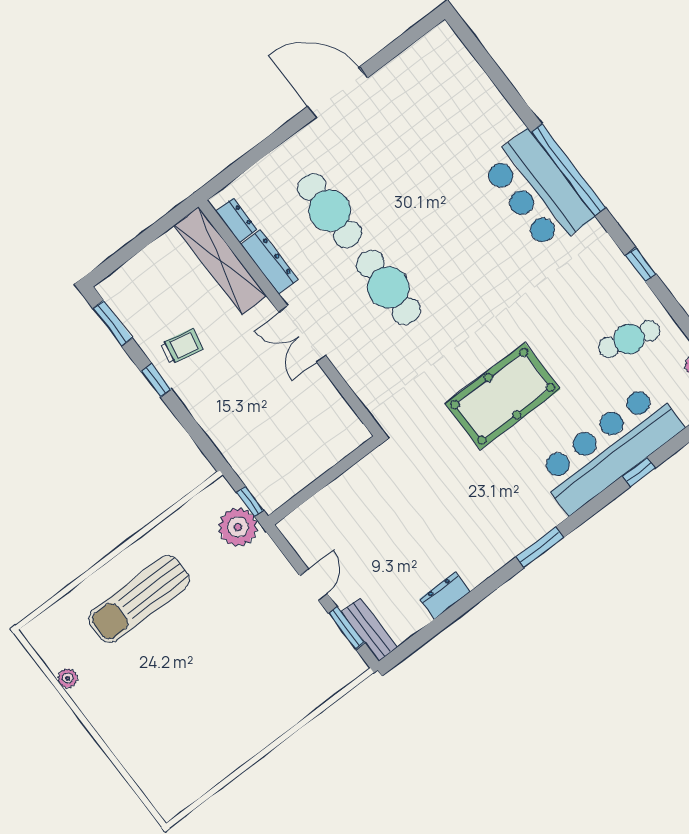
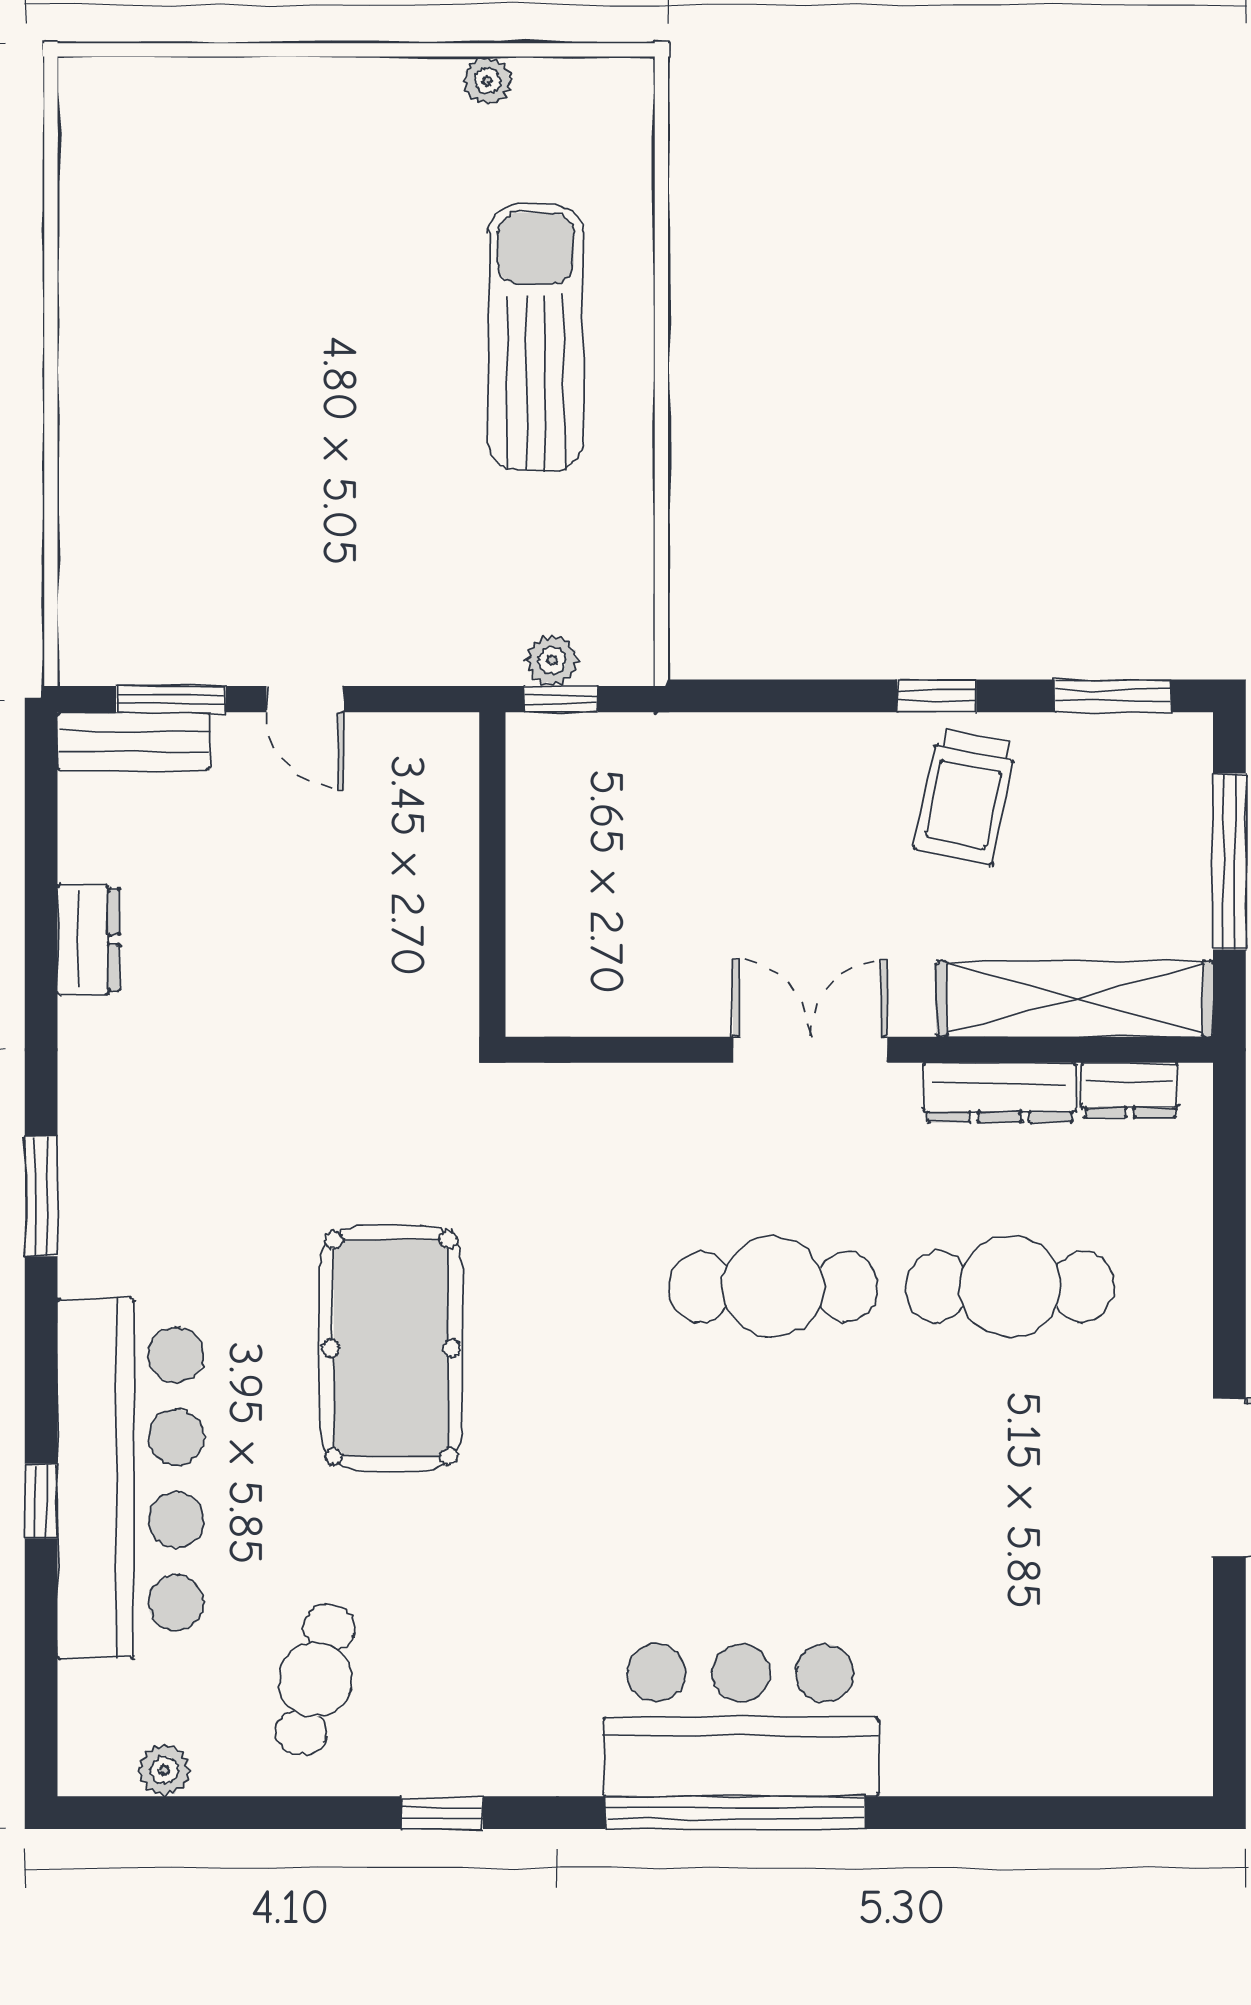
window: (138, 245) -> (1229, 861), added
trolley: (182, 346) -> (965, 796), width x1.36, depth x1.39
plant: (238, 527) -> (552, 660), width x0.53, depth x0.53

